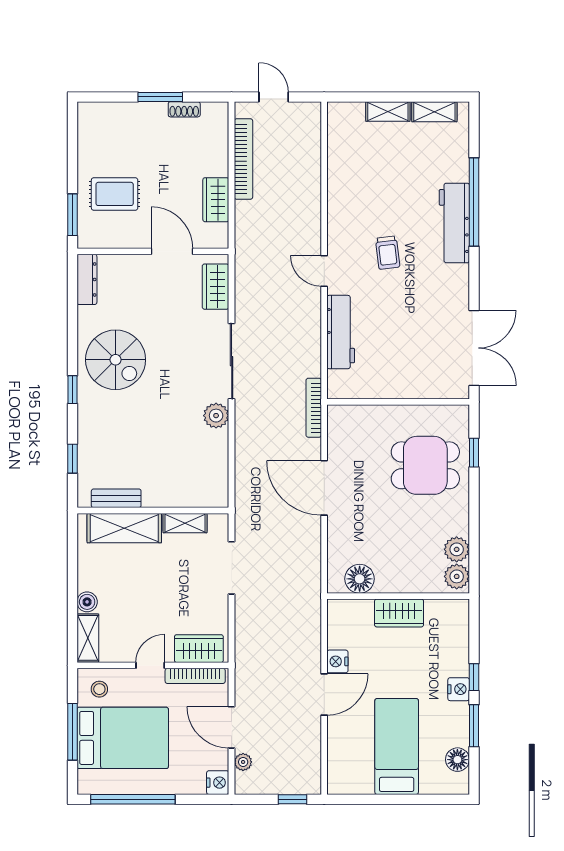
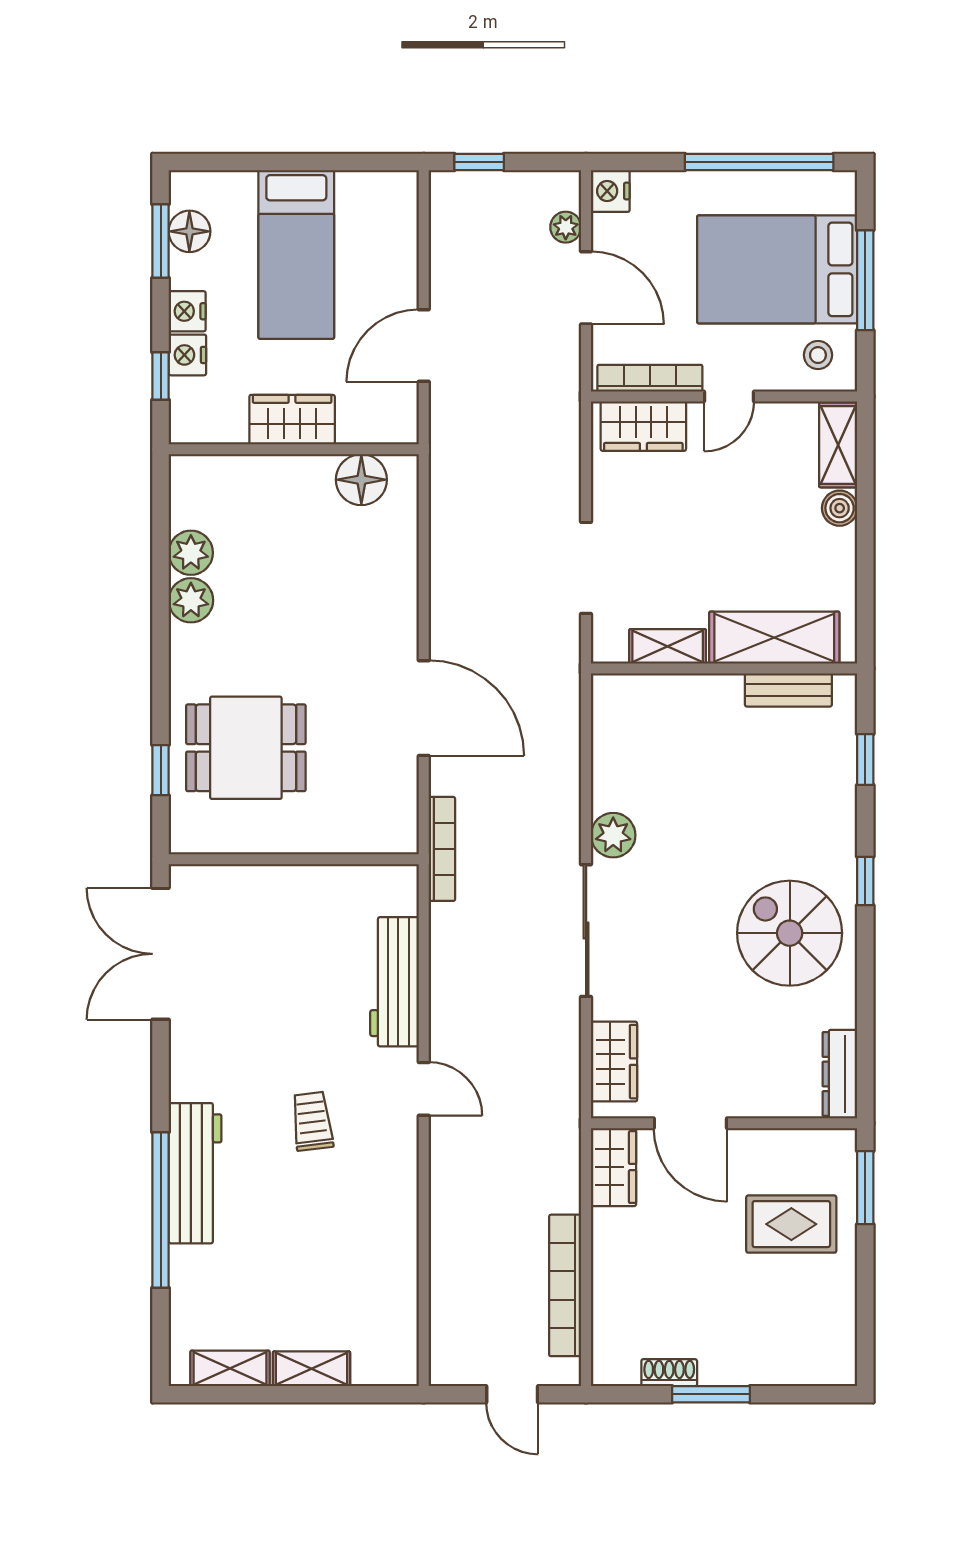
wardrobe: (216, 200) -> (614, 1167), moved
floor lamp: (360, 579) -> (361, 480), moved
wall: (398, 596) -> (294, 449), moved
wardrobe: (399, 613) -> (292, 420), moved
nightstand: (337, 661) -> (187, 311), moved, turned 180
window: (474, 726) -> (161, 241), moved

